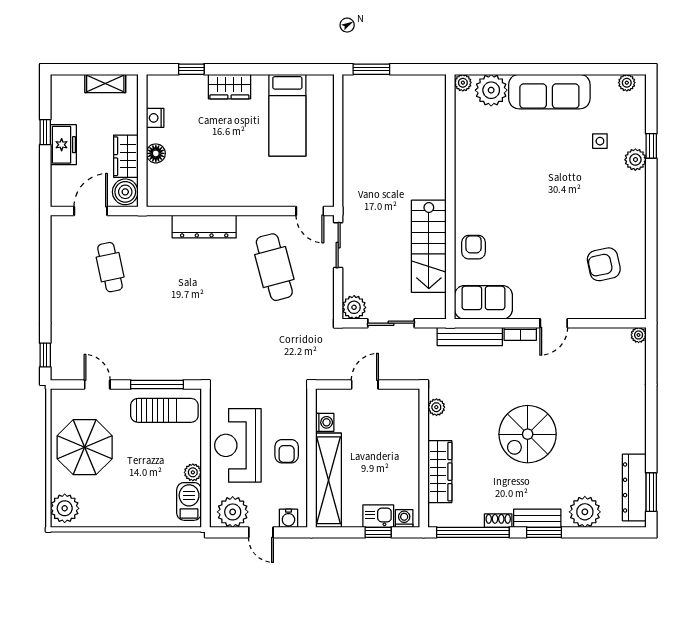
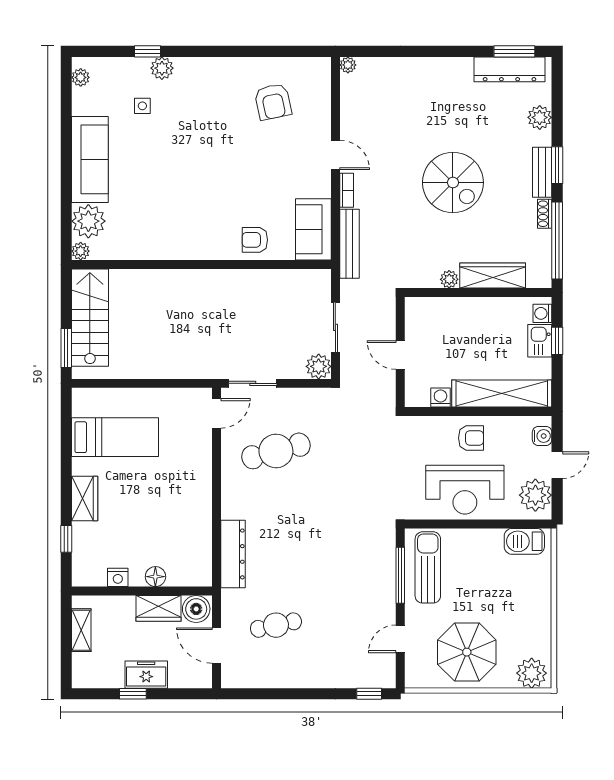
dresser: (204, 226) -> (233, 554), moved
stairs: (429, 246) -> (90, 318), moved, turned -90
plant: (436, 407) -> (449, 279), moved
plant: (193, 472) -> (493, 537), removed
plant: (585, 512) -> (540, 117), width x0.73, depth x0.73

